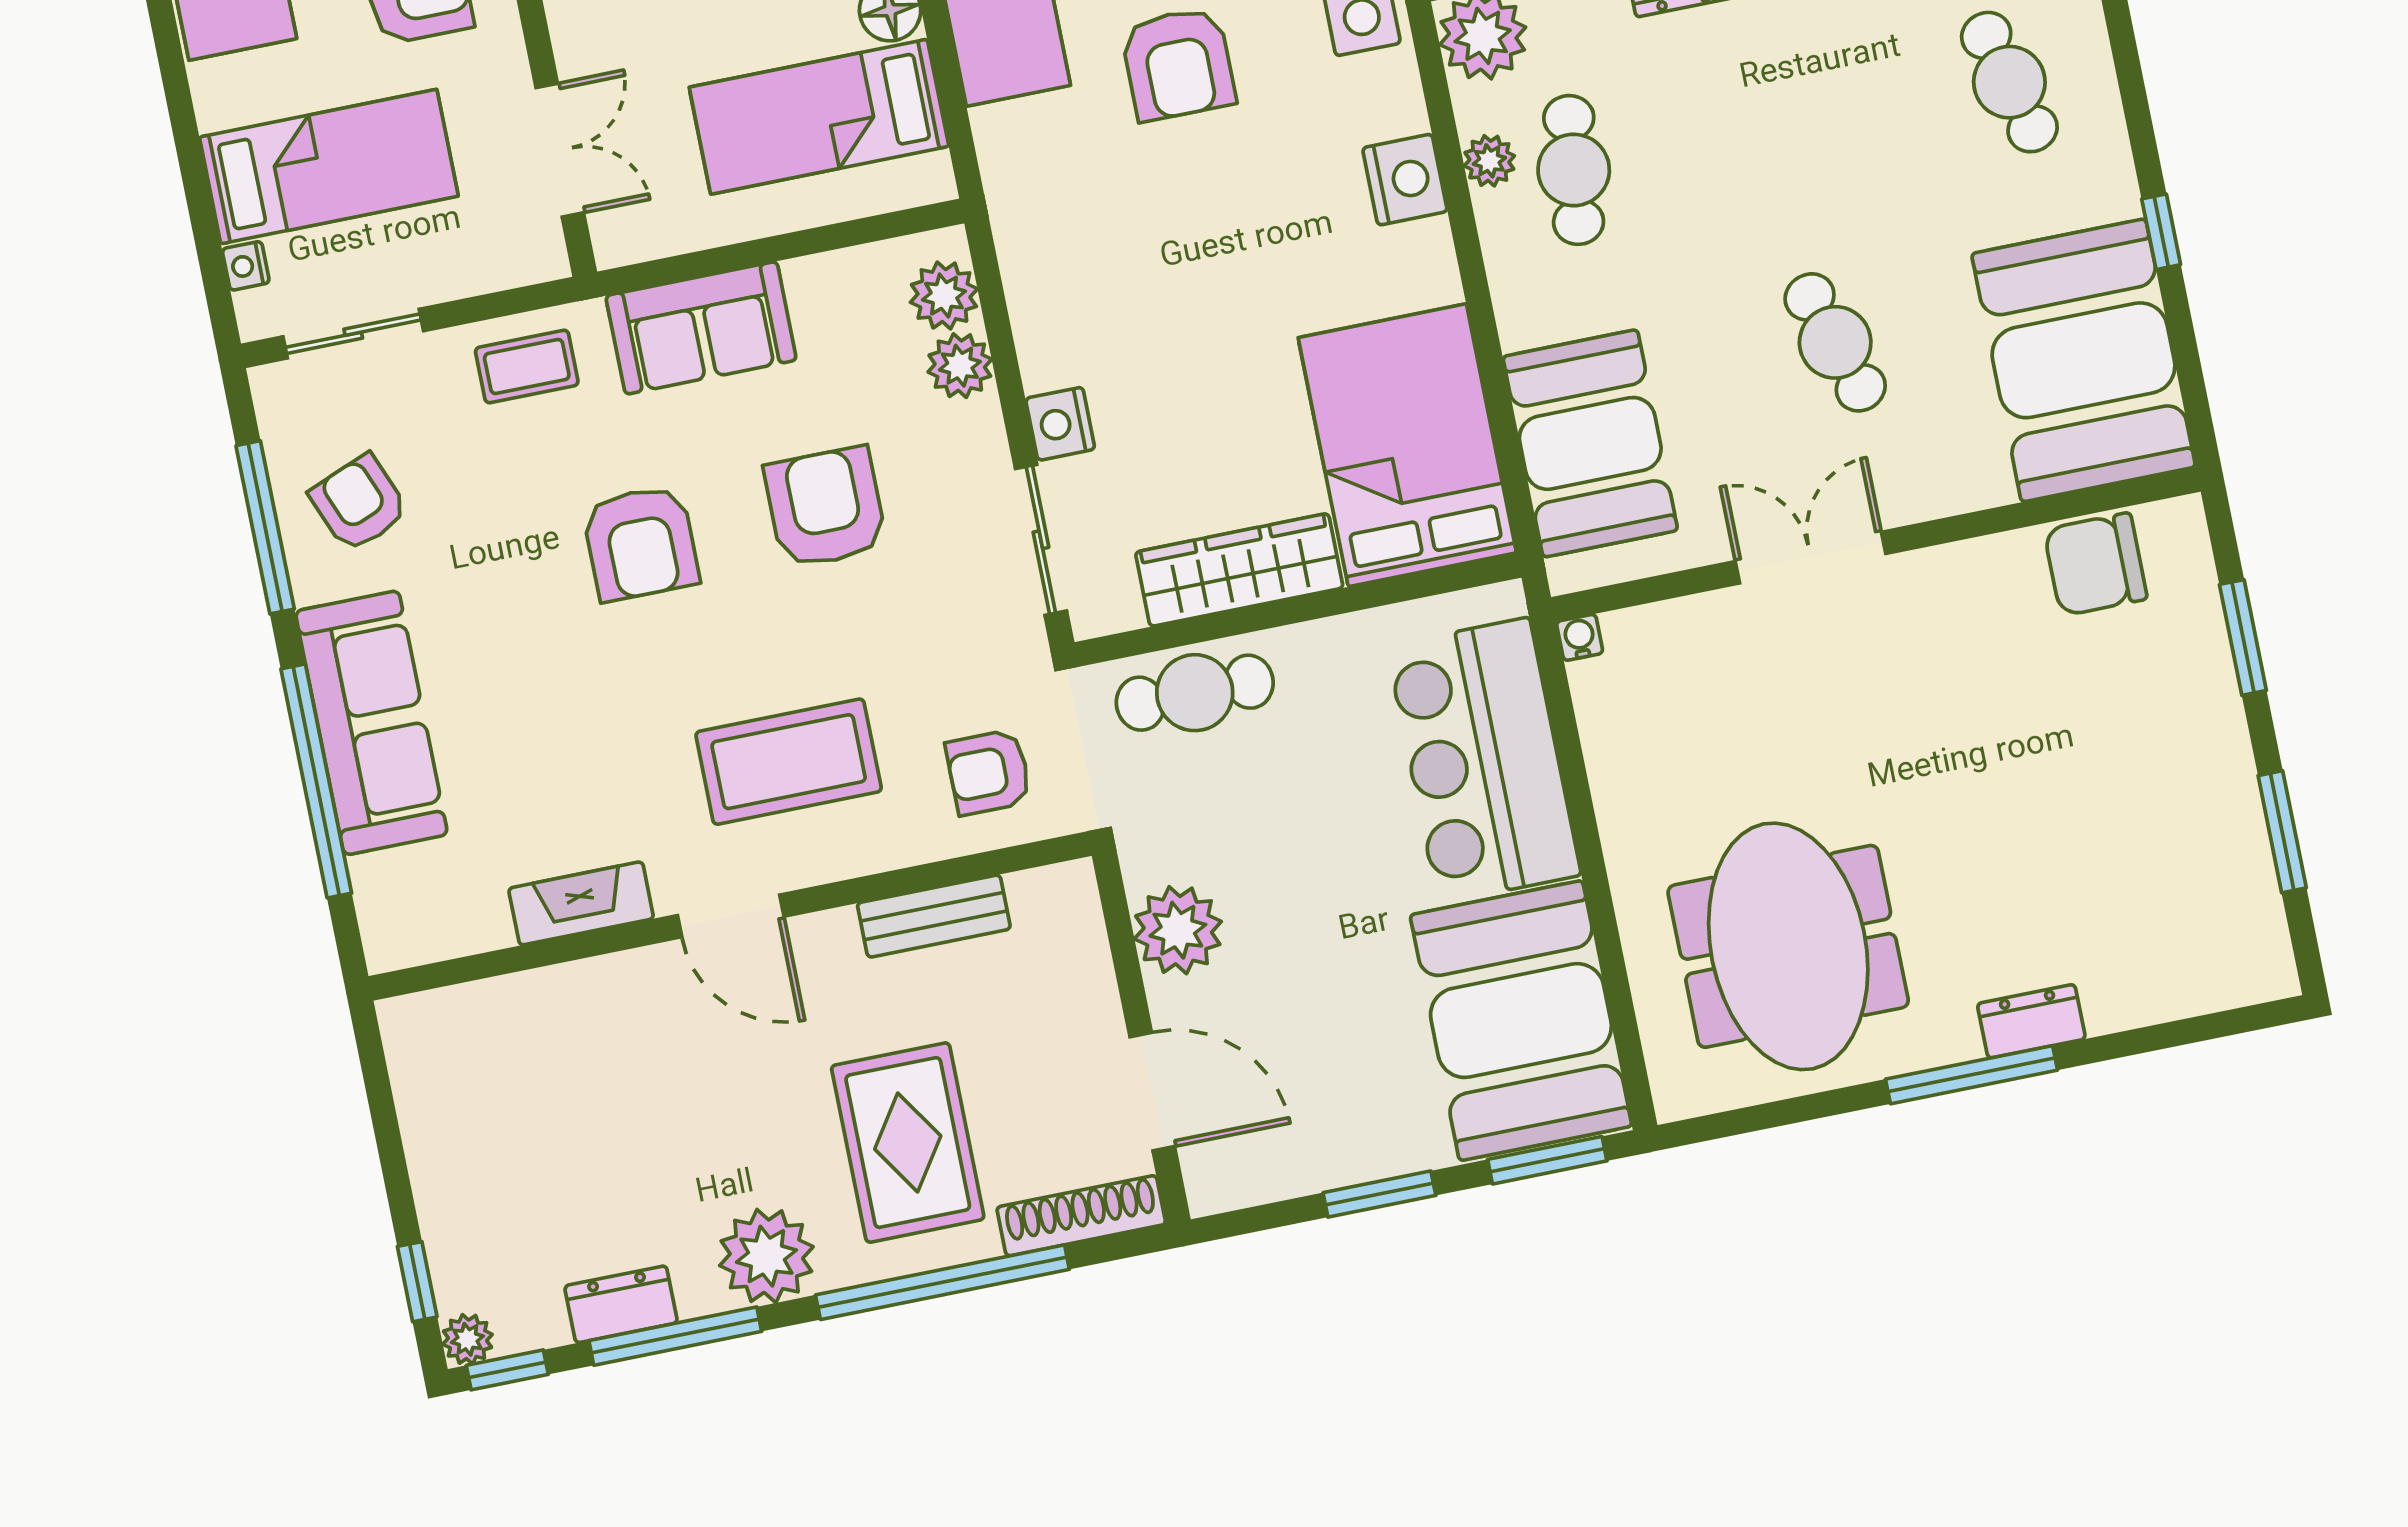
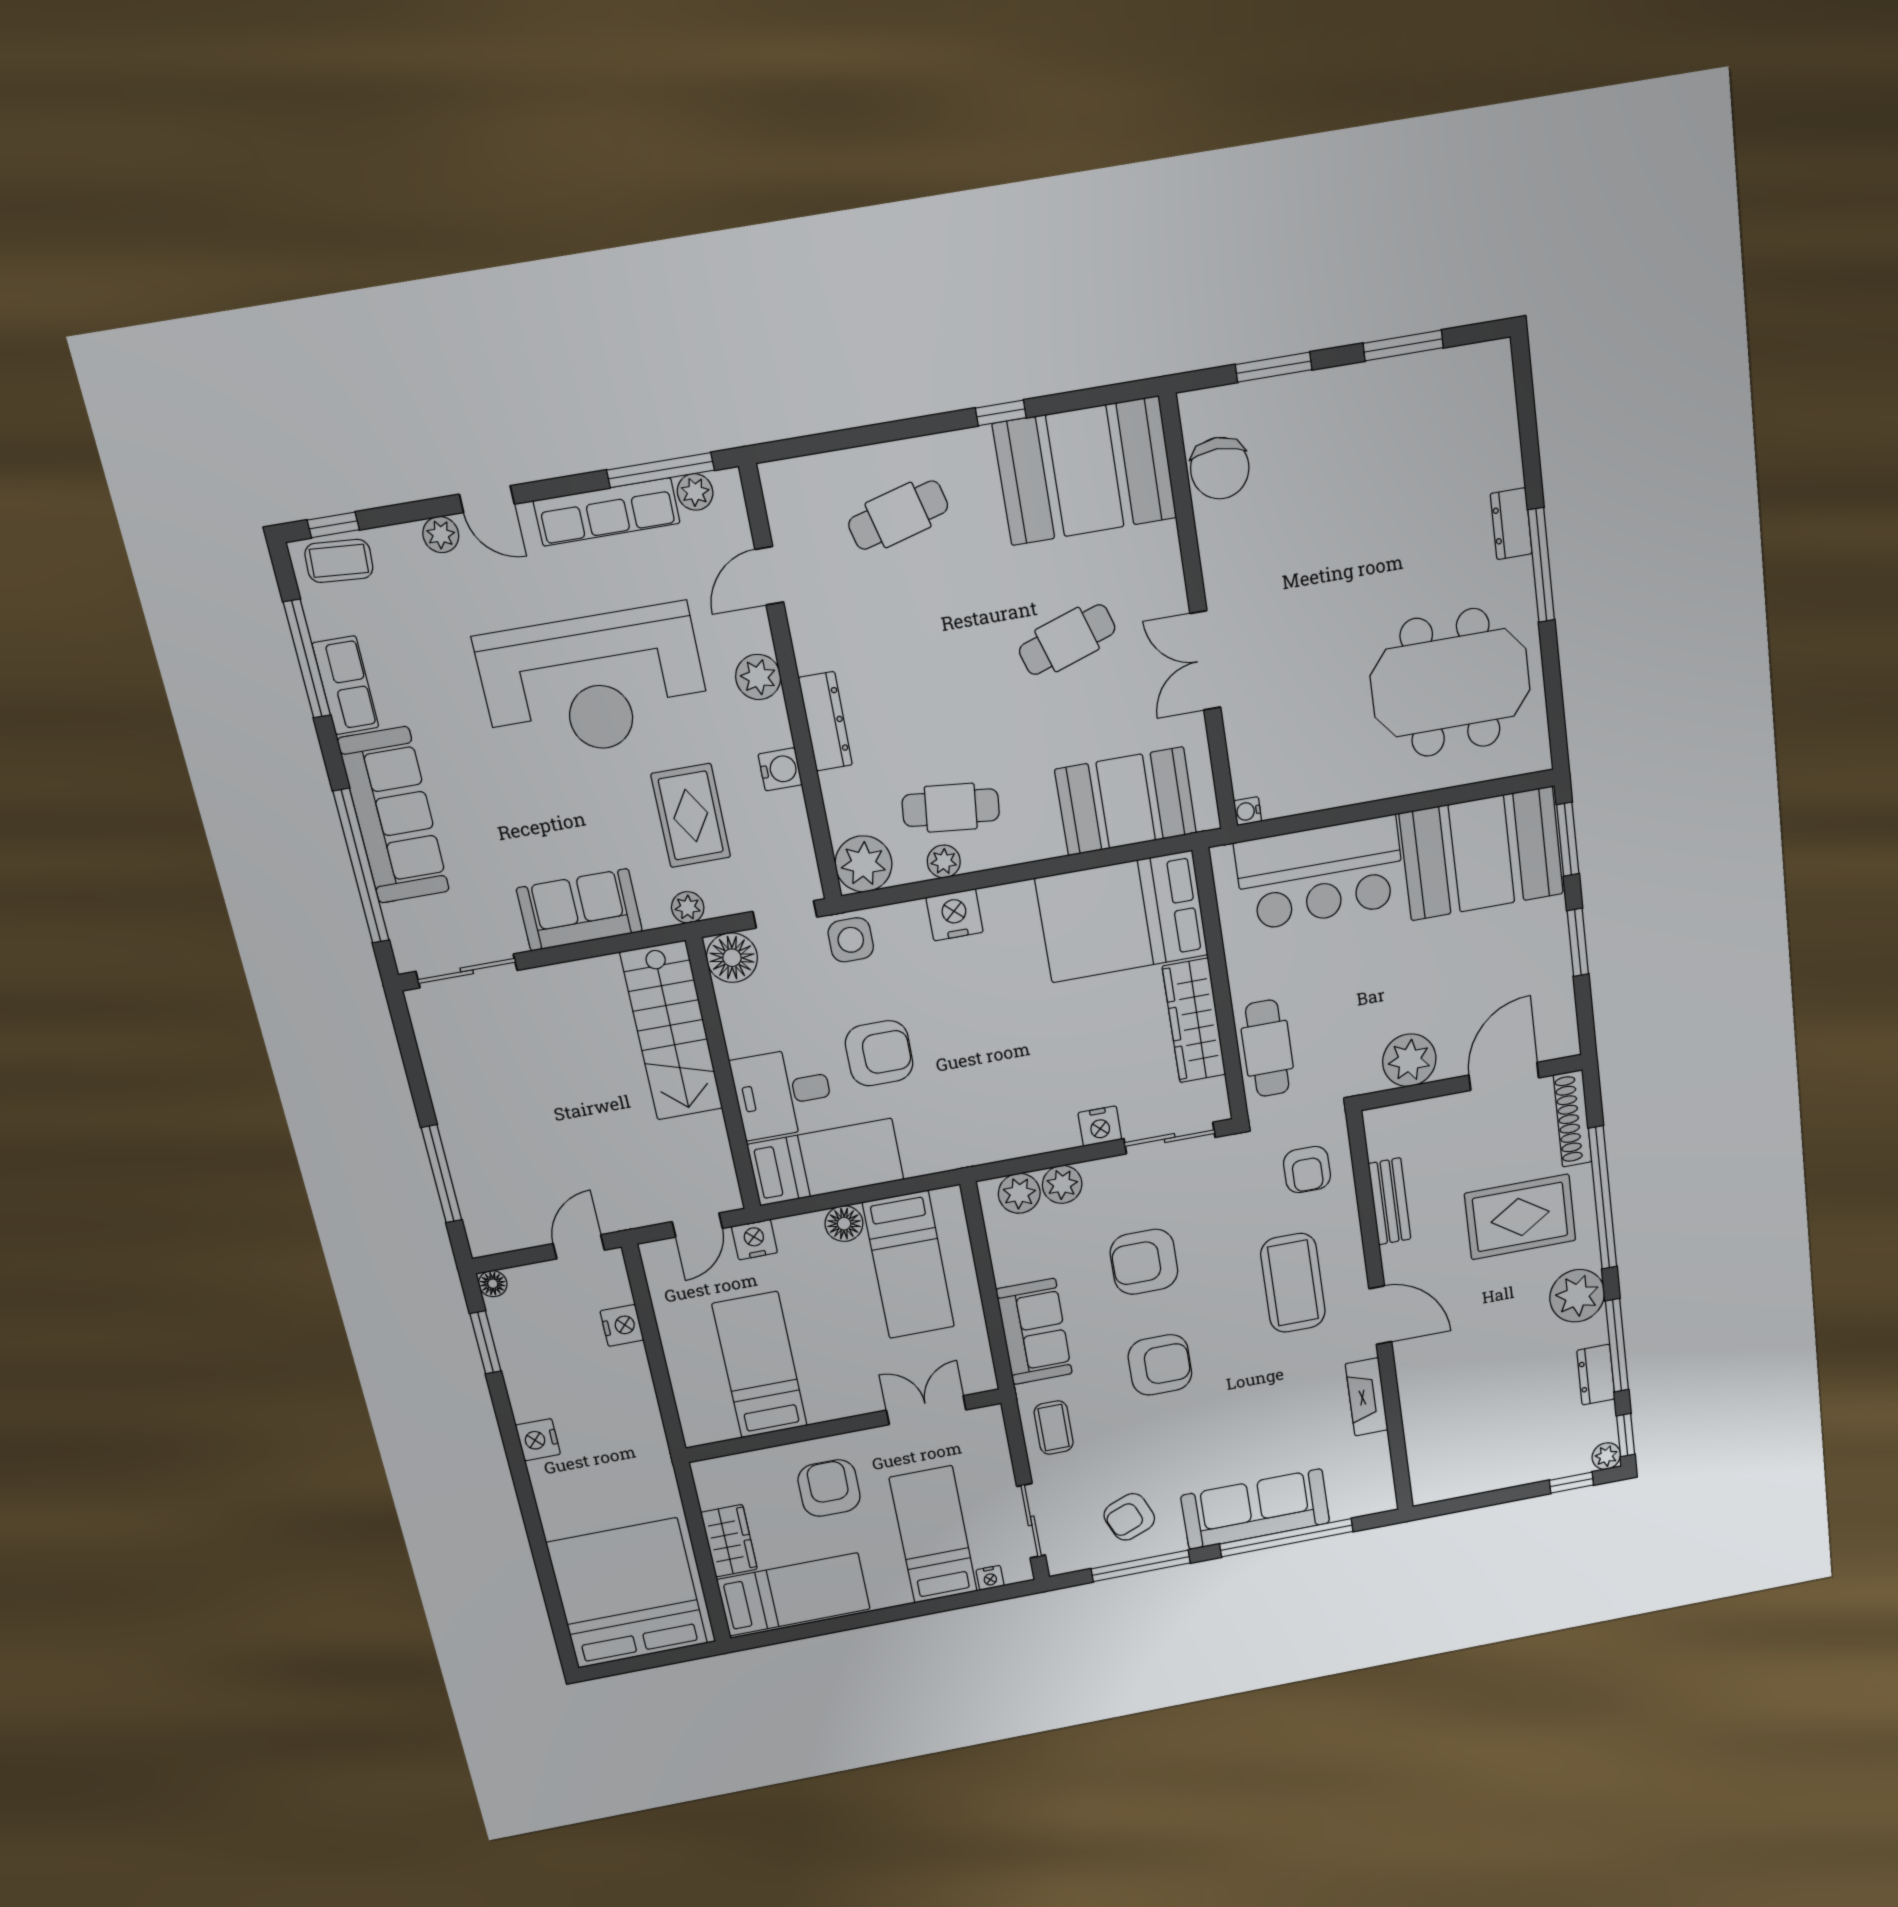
door: (731, 916) -> (1380, 1315), hinge flipped

